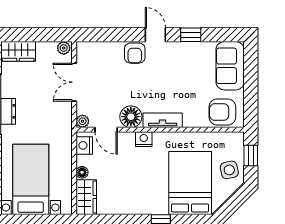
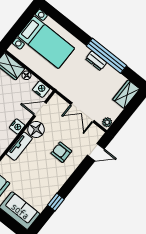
door: (155, 35) -> (96, 152), moved
armchair: (135, 53) -> (61, 152), moved
double door: (74, 82) -> (82, 112), swing flipped
plant: (82, 121) -> (56, 99), removed

